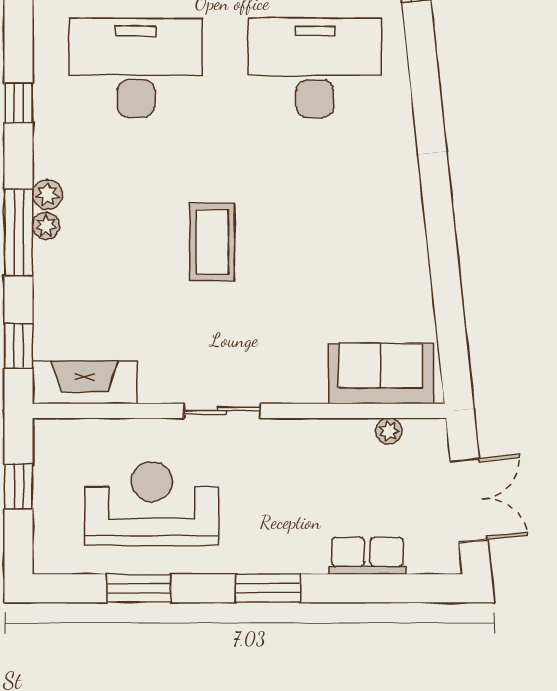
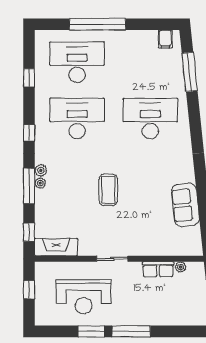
sofa: (381, 374) -> (185, 205), moved, turned -96
reception desk: (152, 504) -> (84, 297), turned 180
row of seats: (367, 556) -> (158, 269), moved, turned 180
window: (139, 588) -> (91, 331), moved
window: (268, 588) -> (131, 331), width x1.44

